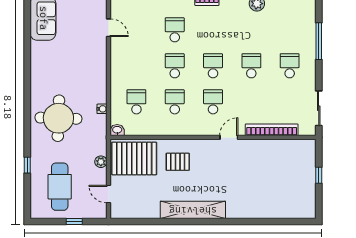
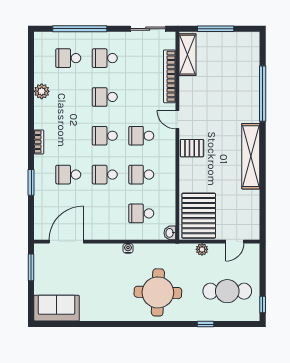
door: (108, 28) -> (66, 242), width x1.88
school desk: (290, 30) -> (68, 58), added
window: (319, 41) -> (80, 29), width x1.46
water cooler: (102, 109) -> (128, 248), moved
shelving: (293, 147) -> (187, 55), added
pallet: (178, 162) -> (192, 148), moved, turned 90
window: (319, 175) -> (216, 29), width x2.17
window: (74, 222) -> (263, 304), moved
window: (255, 222) -> (263, 94), added

